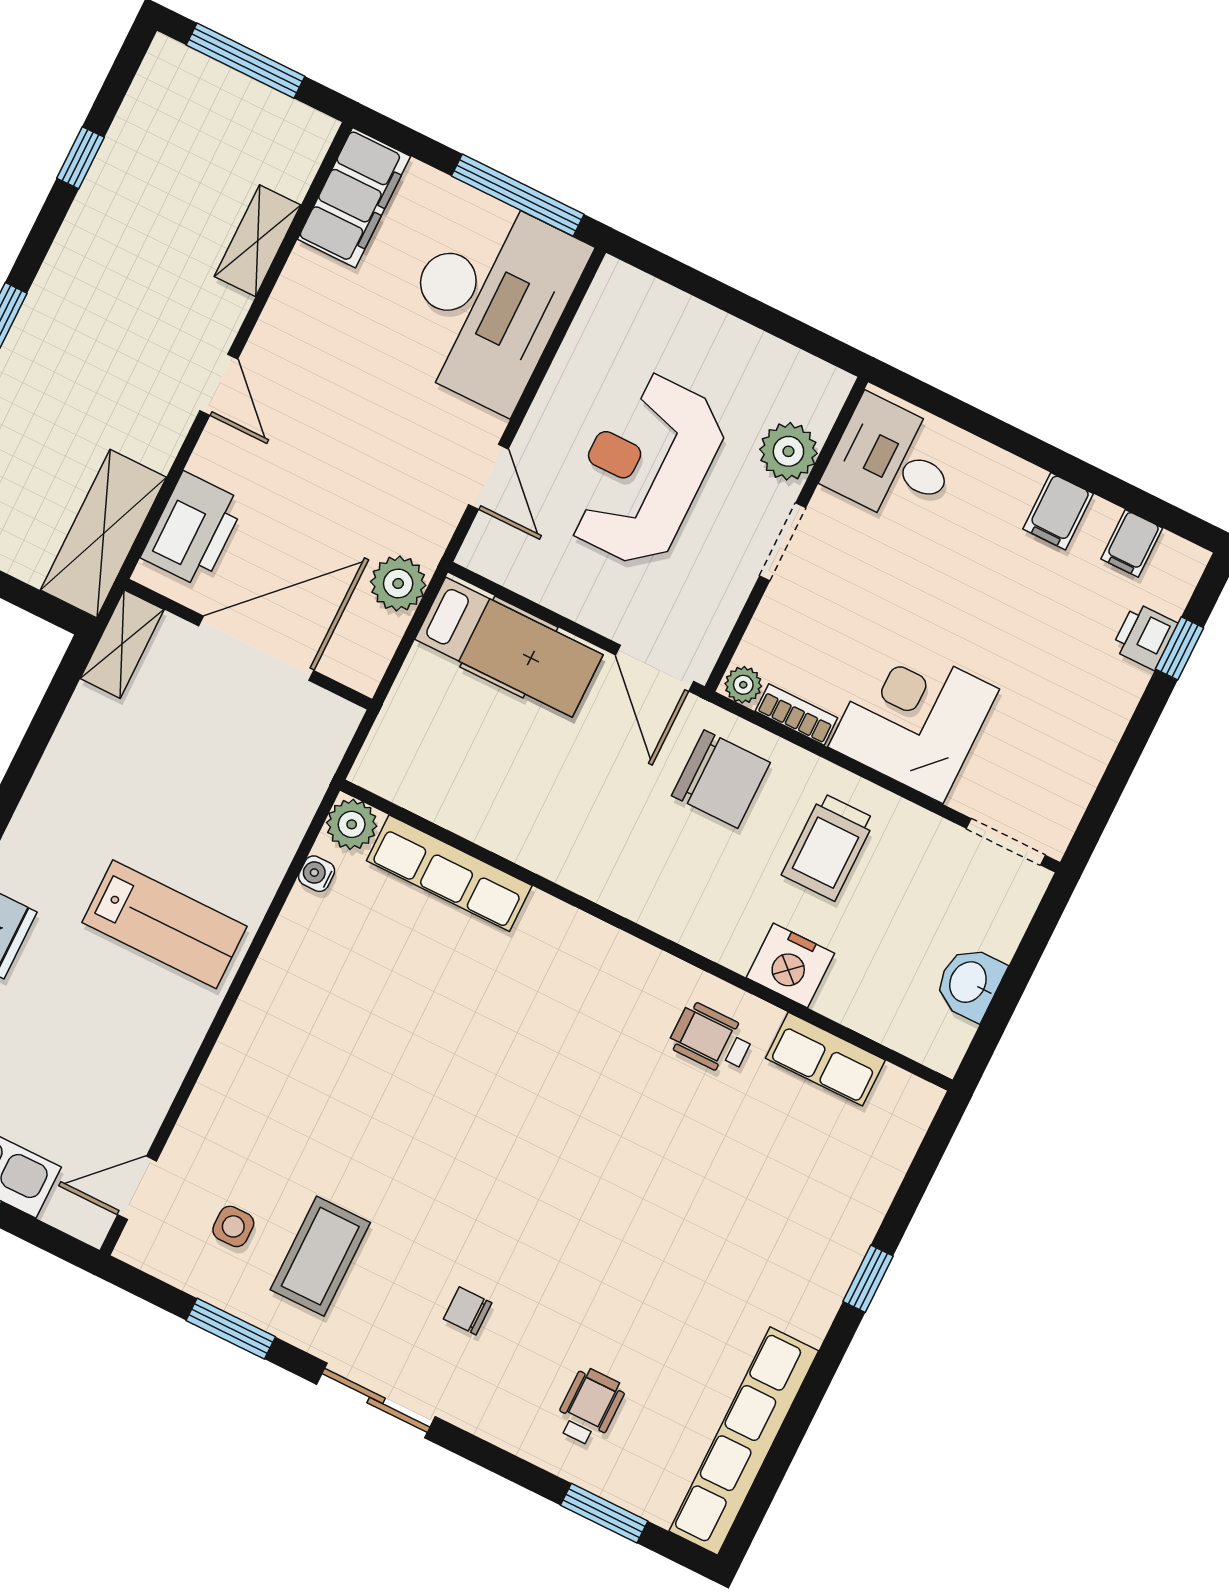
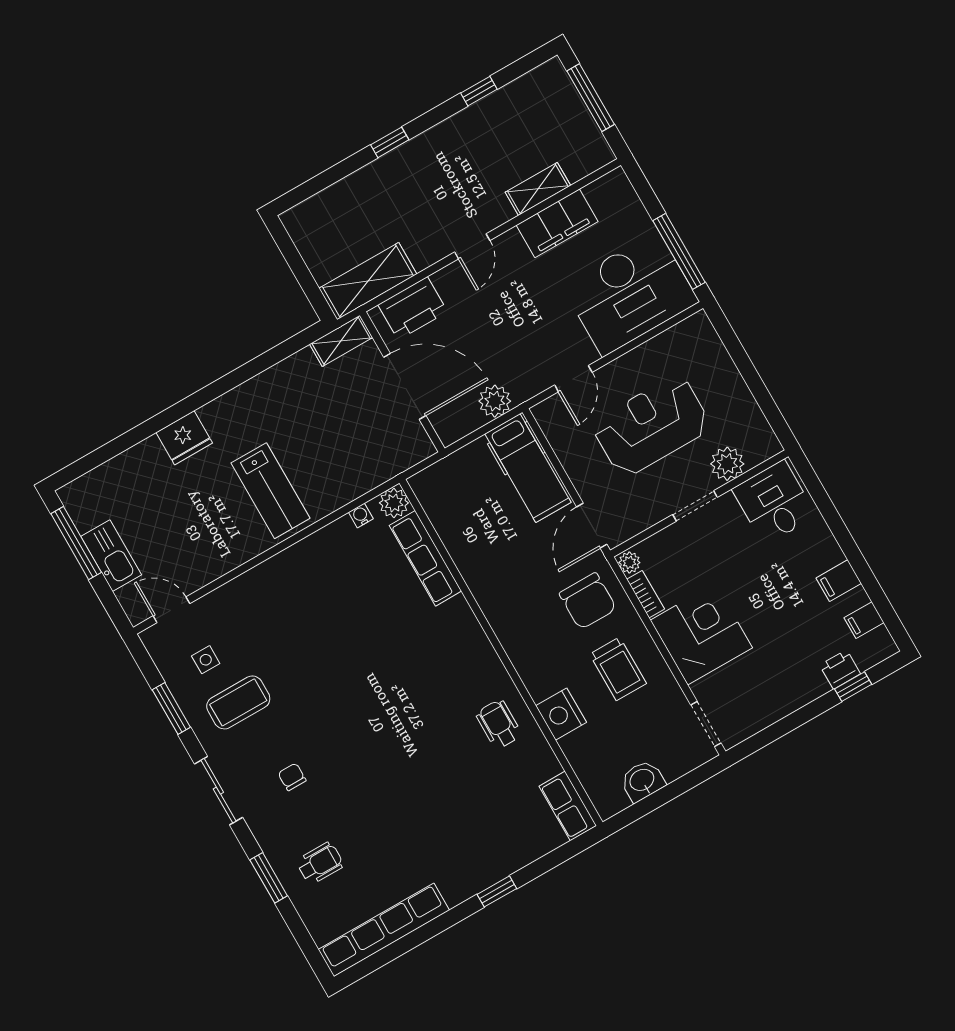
filing cabinet: (354, 198) -> (557, 223), moved
trolley: (828, 847) -> (618, 669), turned -90
row of seats: (825, 1059) -> (568, 806), moved
window: (604, 1513) -> (269, 878), moved

